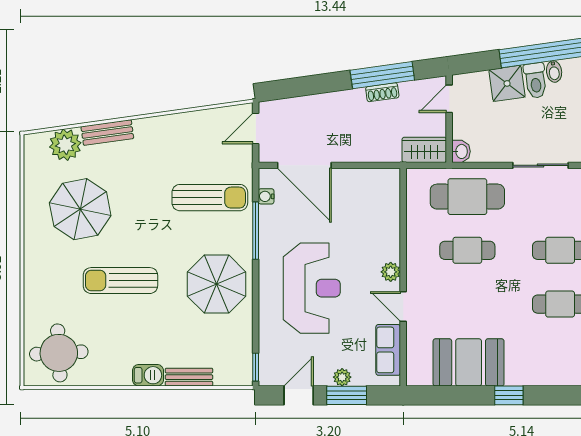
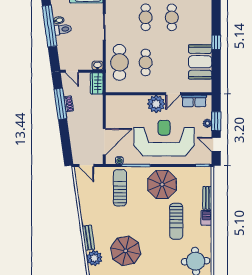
shower: (507, 83) -> (64, 43), removed
plant: (391, 272) -> (156, 104), width x1.88, depth x1.88
sun lounger: (120, 281) -> (176, 221), moved
reception desk: (312, 288) -> (164, 138), width x1.36, depth x1.30

